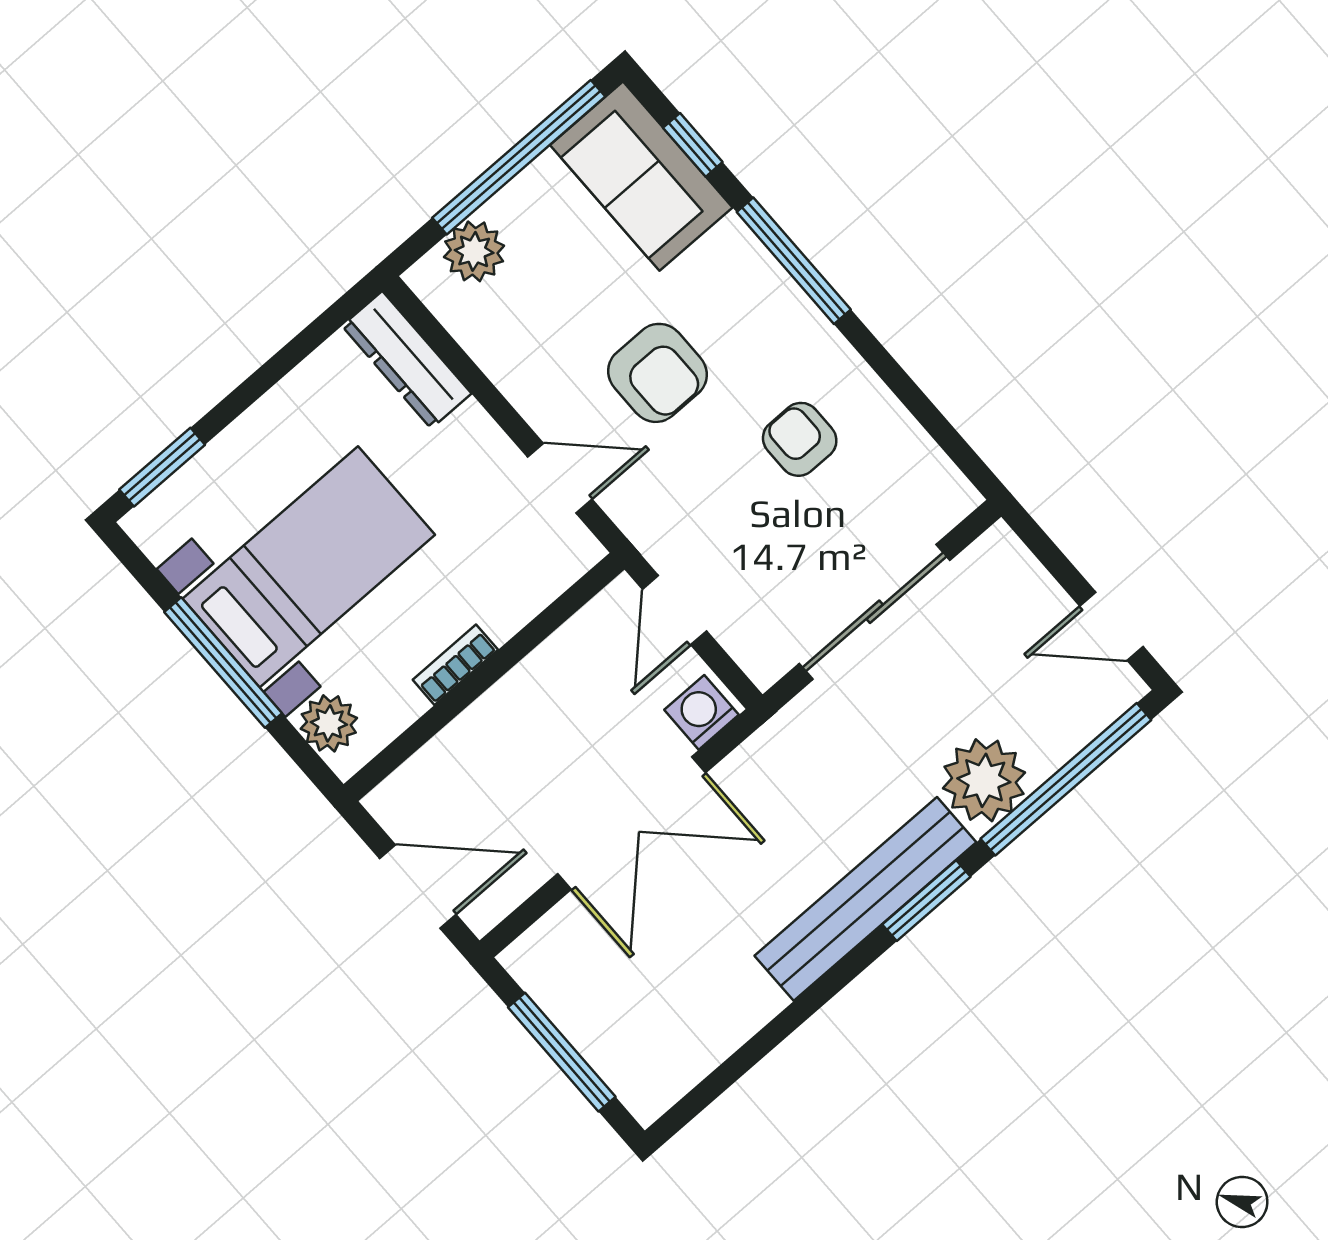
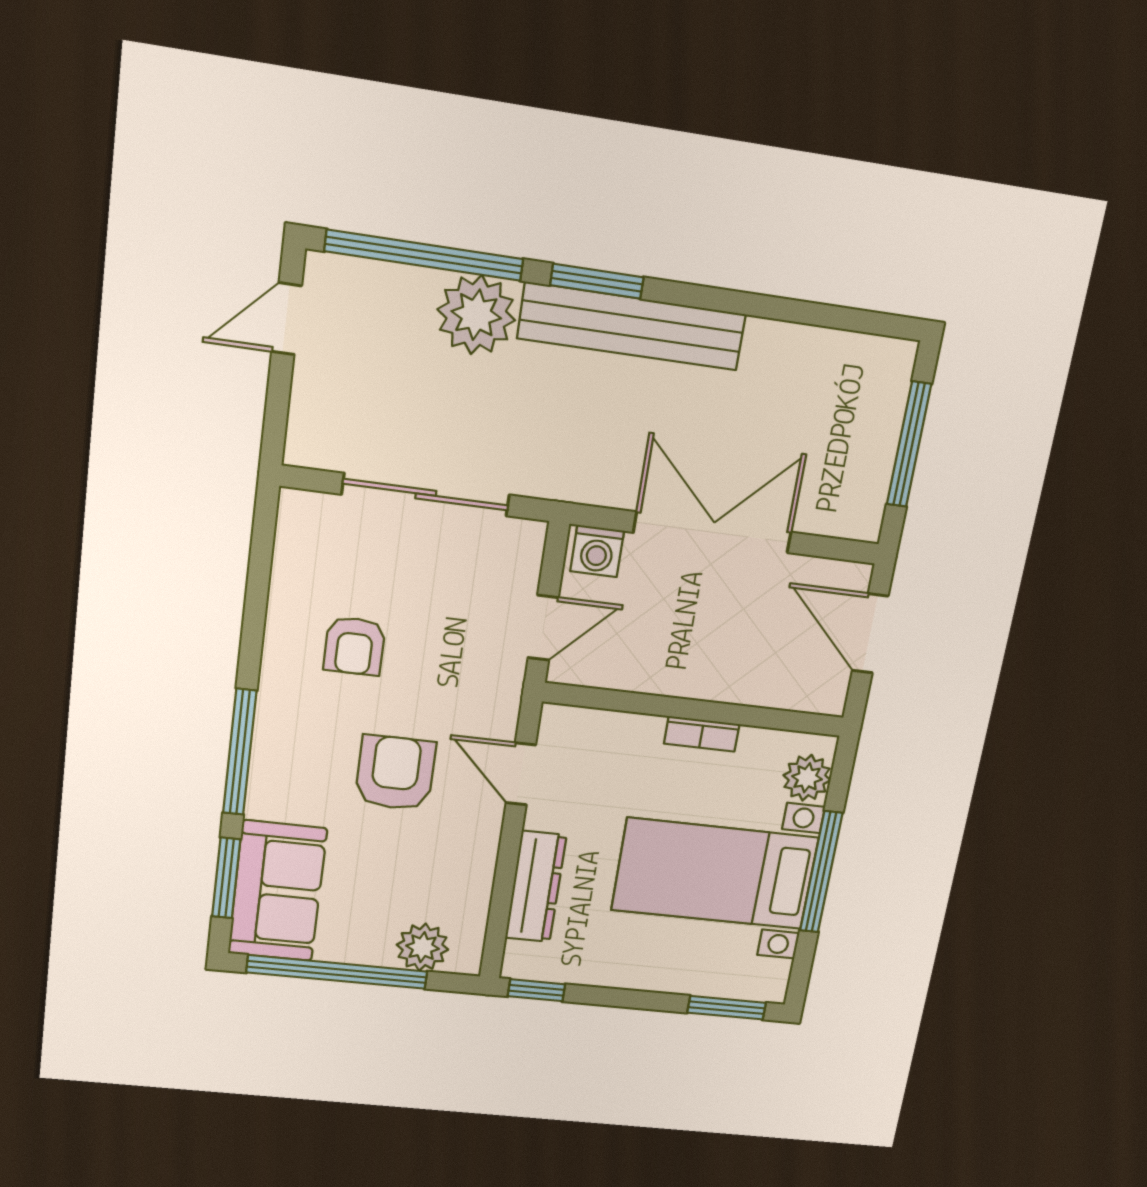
window: (693, 145) -> (226, 878), width x1.50
window: (339, 313) -> (536, 990), added
dresser: (407, 360) -> (536, 887), moved
door: (1111, 626) -> (287, 319), swing flipped

